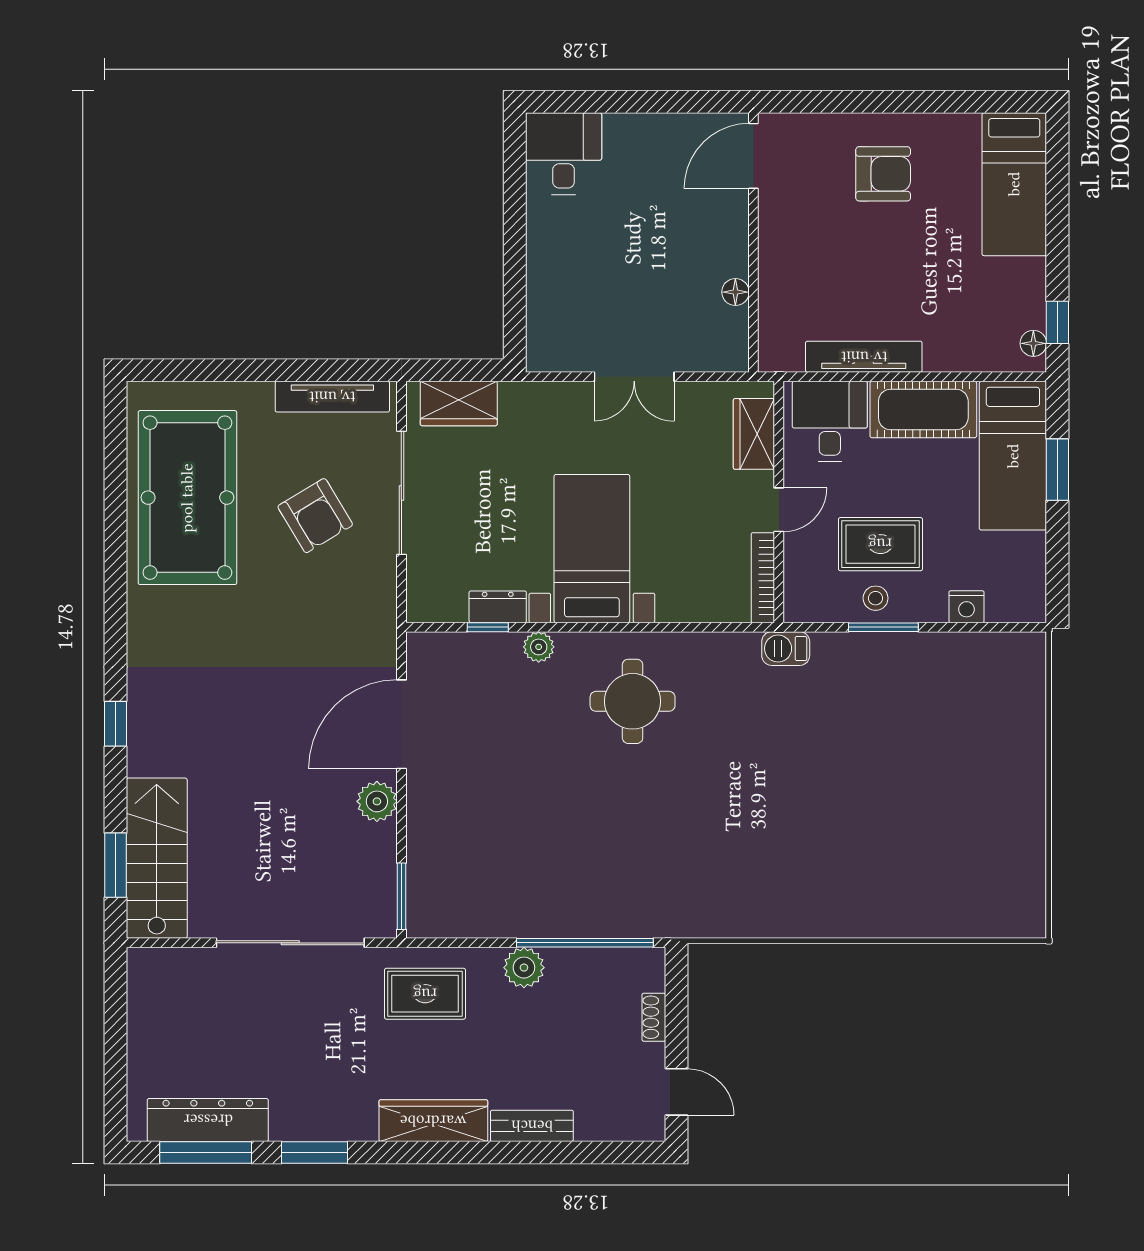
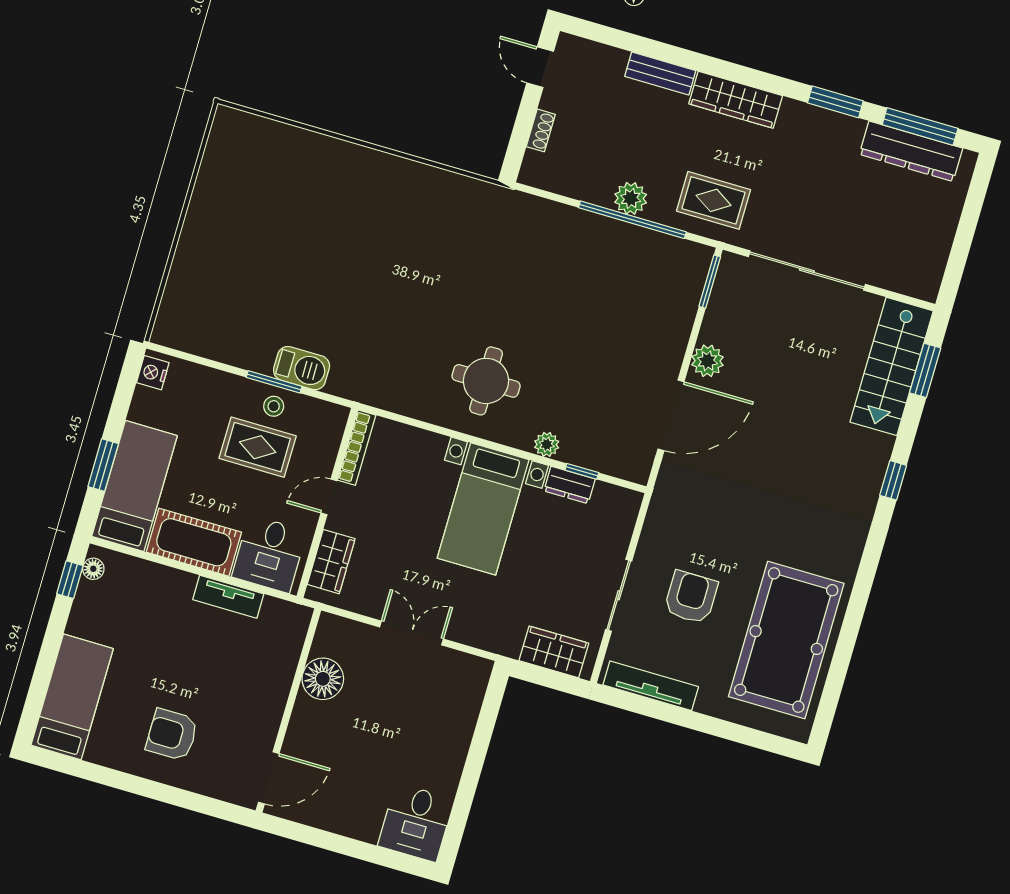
floor lamp: (735, 292) -> (323, 679), width x1.89, depth x1.89
tv unit: (864, 357) -> (228, 597), width x0.71
sliding door: (401, 493) -> (619, 595), width x0.73
armchair: (315, 516) -> (691, 597), turned 31
nightstand: (967, 607) -> (153, 373), moved, turned -90
barbecue: (786, 649) -> (302, 368), moved, width x1.38, depth x1.27
window: (585, 943) -> (632, 220), moved

